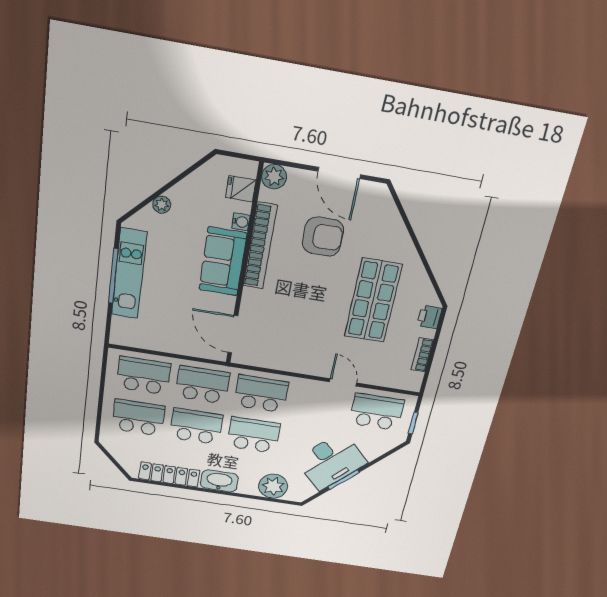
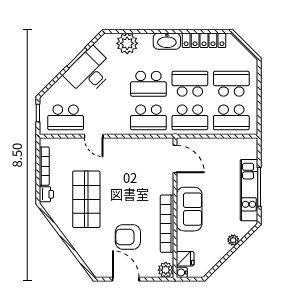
water cooler: (241, 222) -> (182, 272), moved
bookcase: (422, 355) -> (44, 166), width x1.56
school desk: (138, 418) -> (231, 84), turned 180
school desk: (196, 426) -> (190, 84), turned 180

